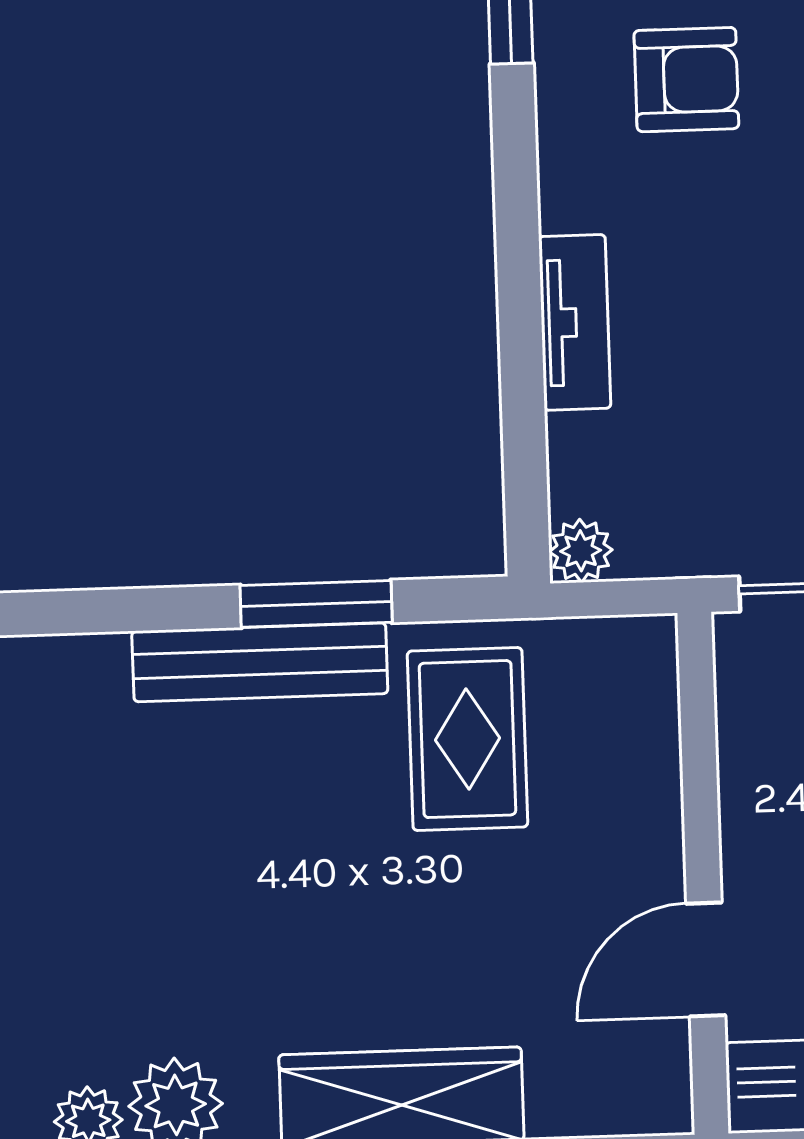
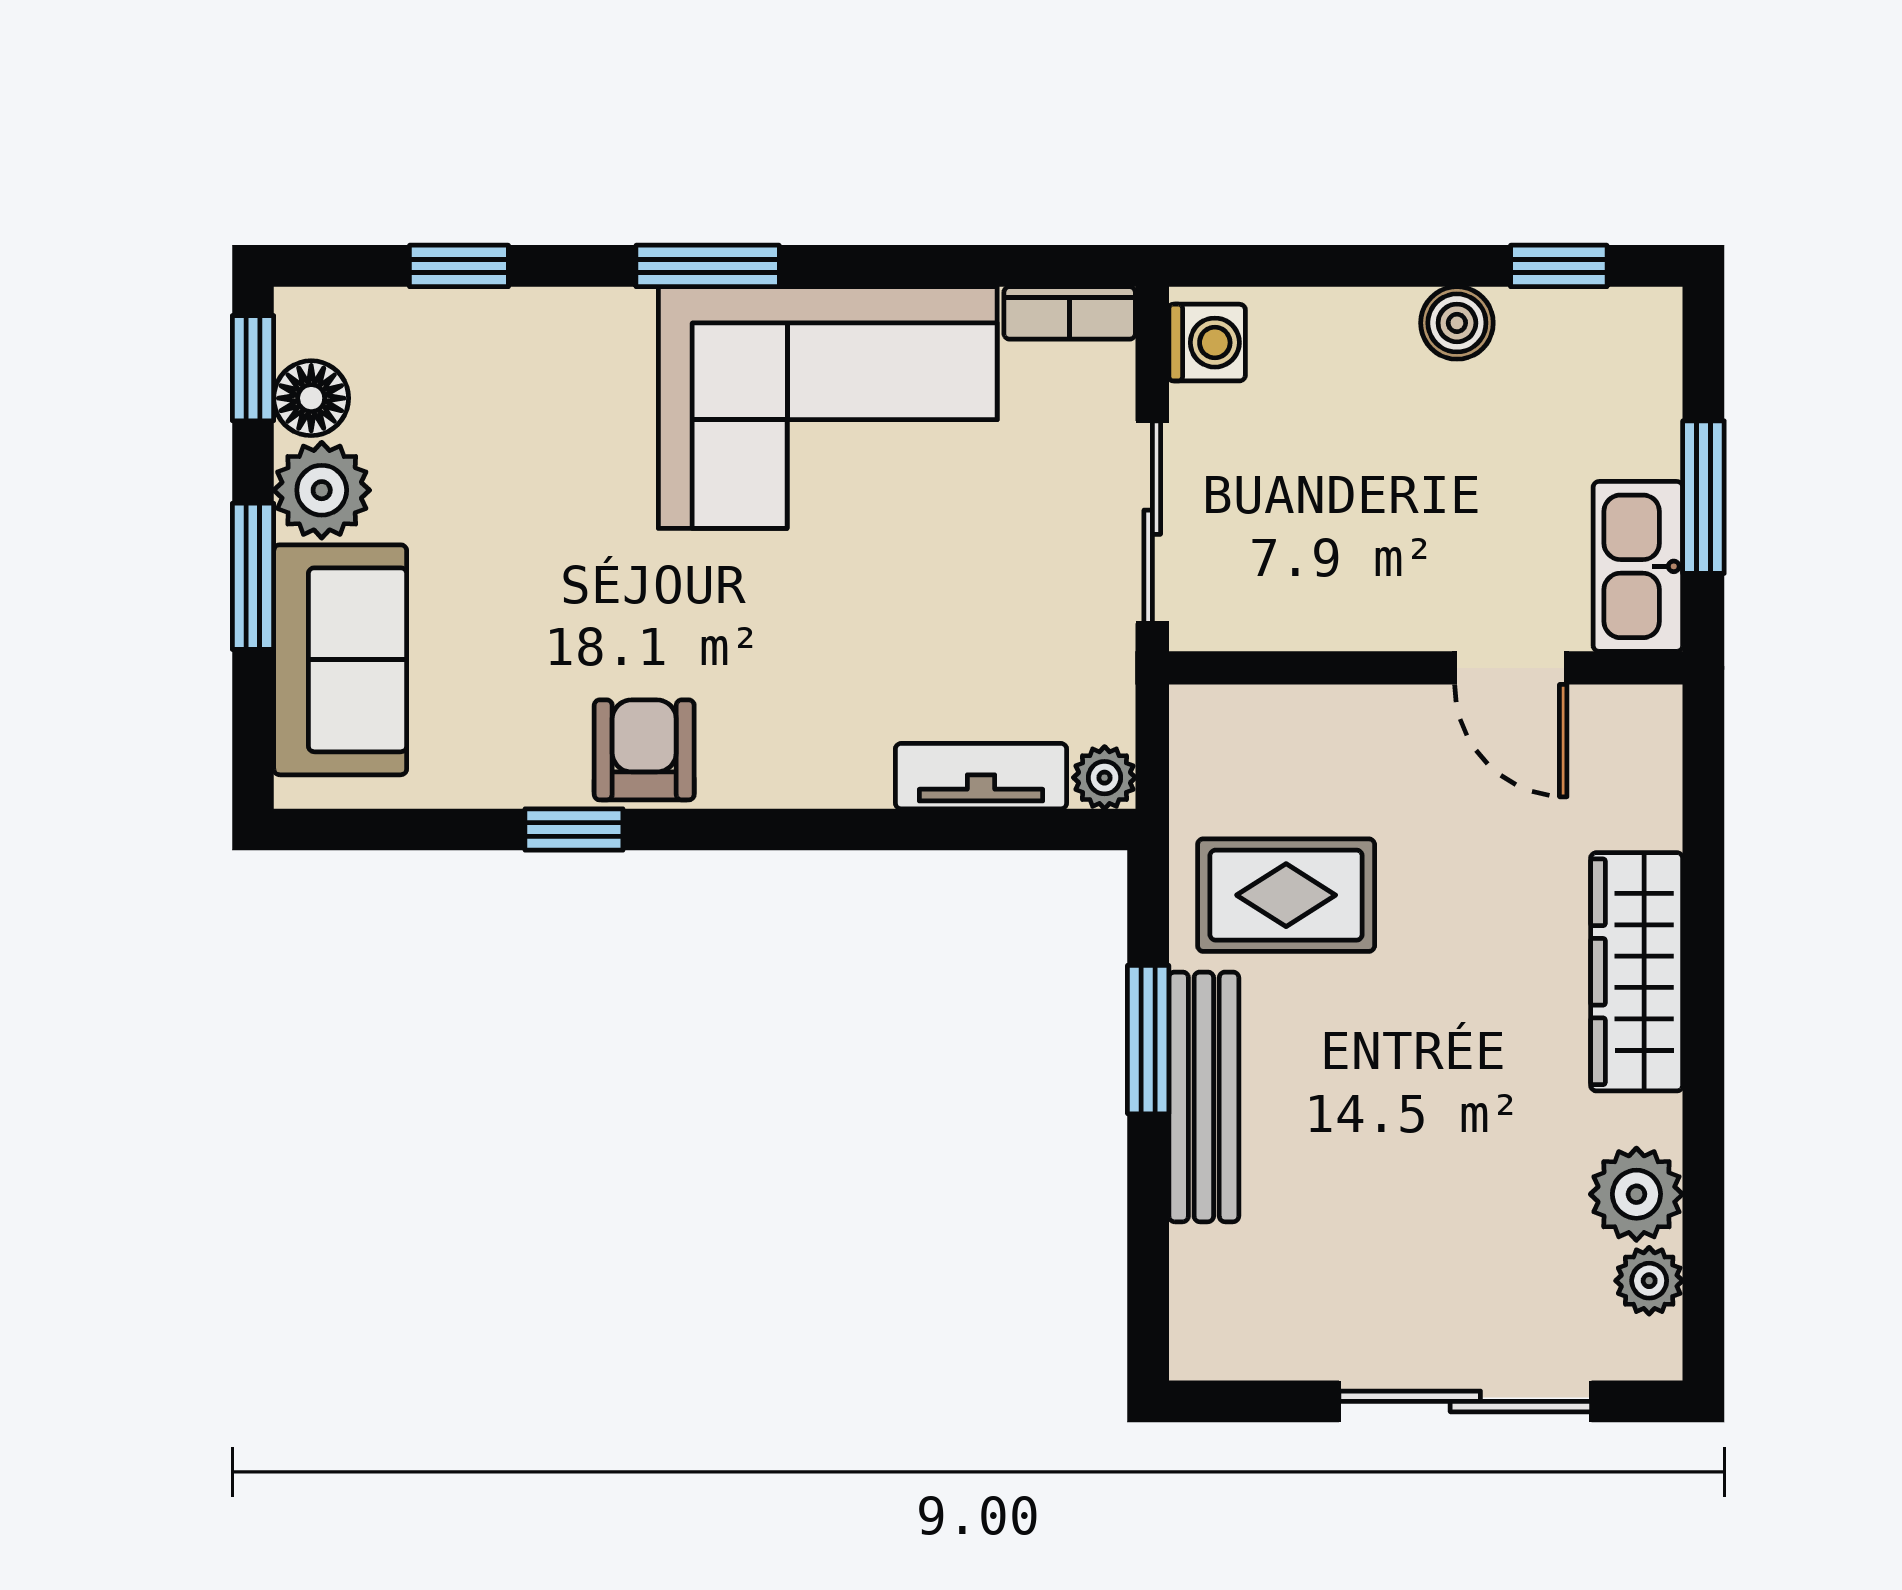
armchair: (686, 80) -> (644, 750), moved
tv unit: (575, 322) -> (981, 776), moved

